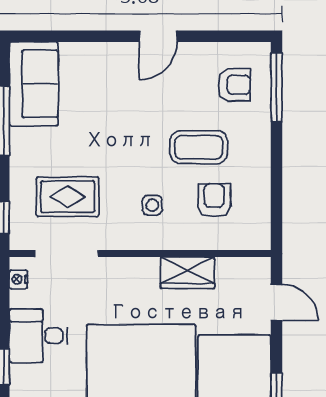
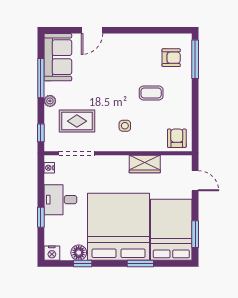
door: (158, 36) -> (92, 30), moved
coffee table: (199, 147) -> (151, 93), width x0.73, depth x0.77
plant: (20, 161) -> (50, 101), added
armchair: (214, 200) -> (177, 138), moved

